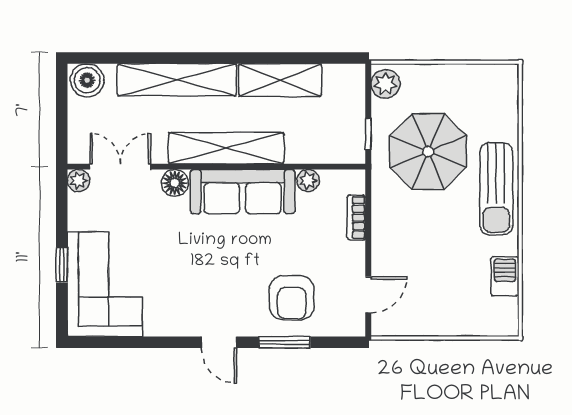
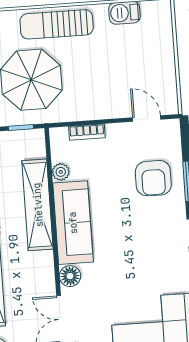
shelving: (226, 148) -> (38, 205), moved
sun lounger: (496, 189) -> (57, 24), turned 180
armchair: (292, 298) -> (153, 178), turned 90

